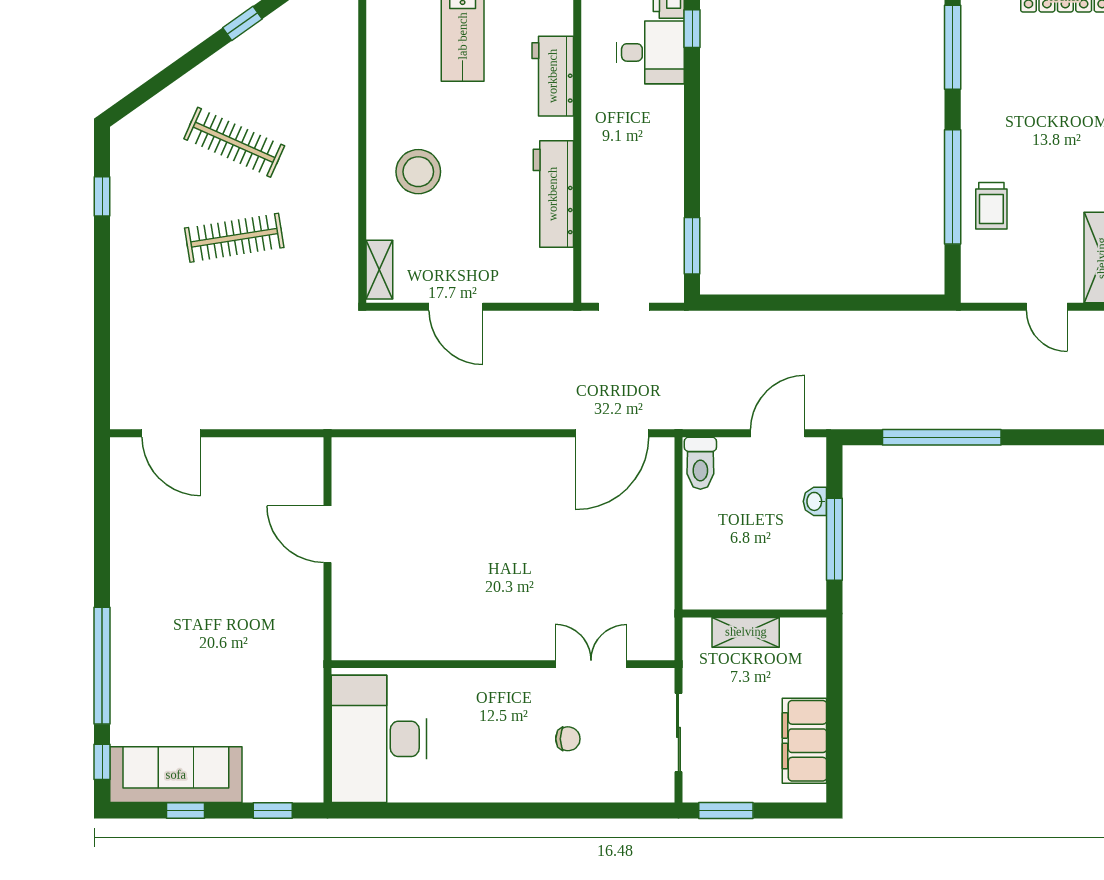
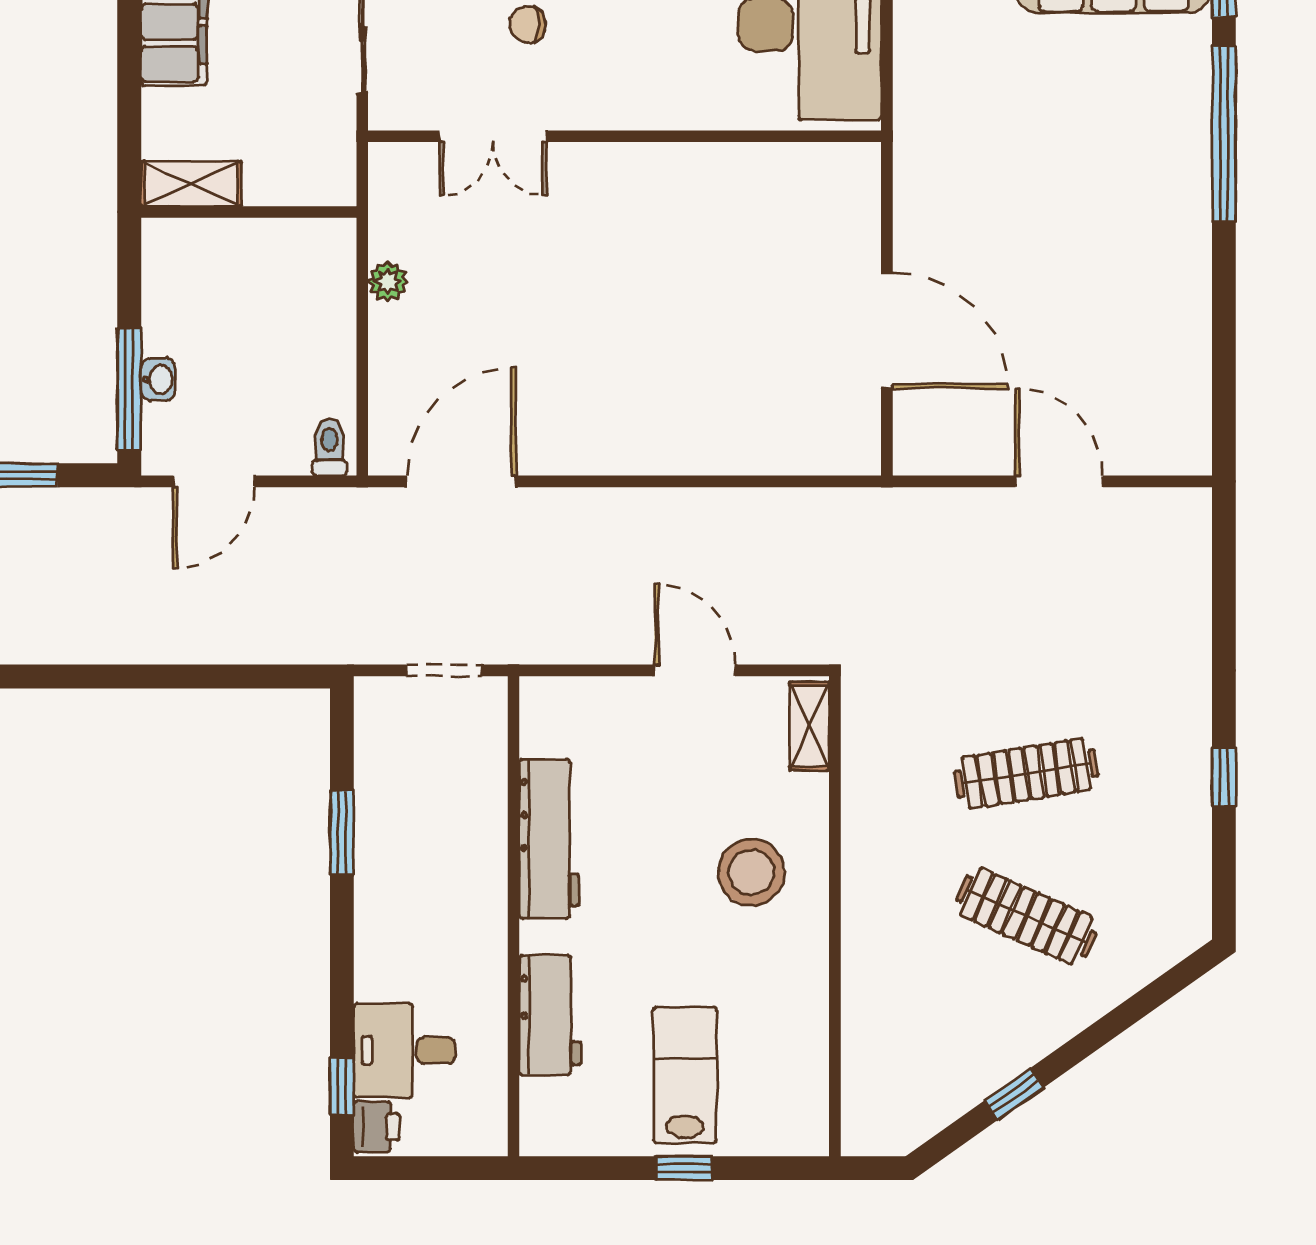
window: (102, 196) -> (1224, 777), moved
window: (692, 246) -> (342, 832), moved
door: (171, 433) -> (1059, 481), moved
toilet: (700, 463) -> (330, 447), width x0.73, depth x0.72
door: (327, 534) -> (887, 330), width x1.36
window: (834, 539) -> (129, 389), moved
plant: (661, 567) -> (388, 281), added
shelving: (746, 632) -> (191, 184), moved

